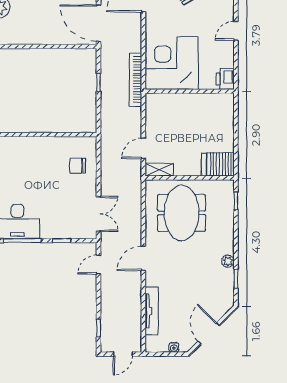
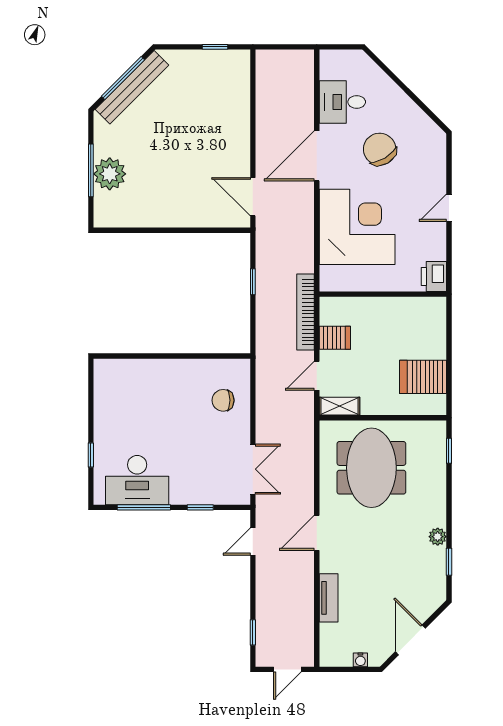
door: (99, 23) -> (253, 197), width x0.73
corner desk: (172, 63) -> (357, 227), moved, turned 90
bookcase: (135, 80) -> (306, 312), moved
server rack: (156, 122) -> (335, 338), added
server rack: (218, 164) -> (423, 377), moved
tv unit: (152, 311) -> (329, 598), width x0.71

